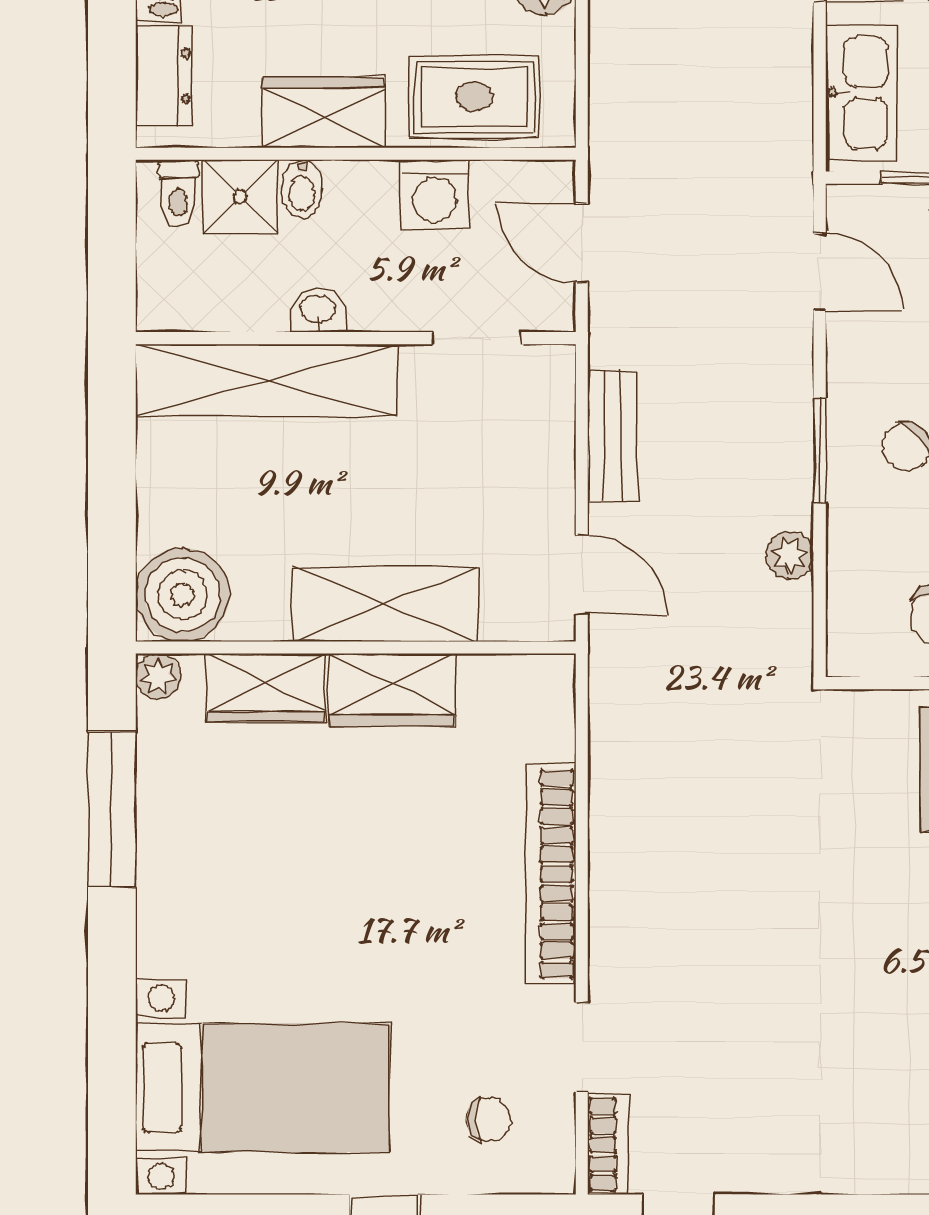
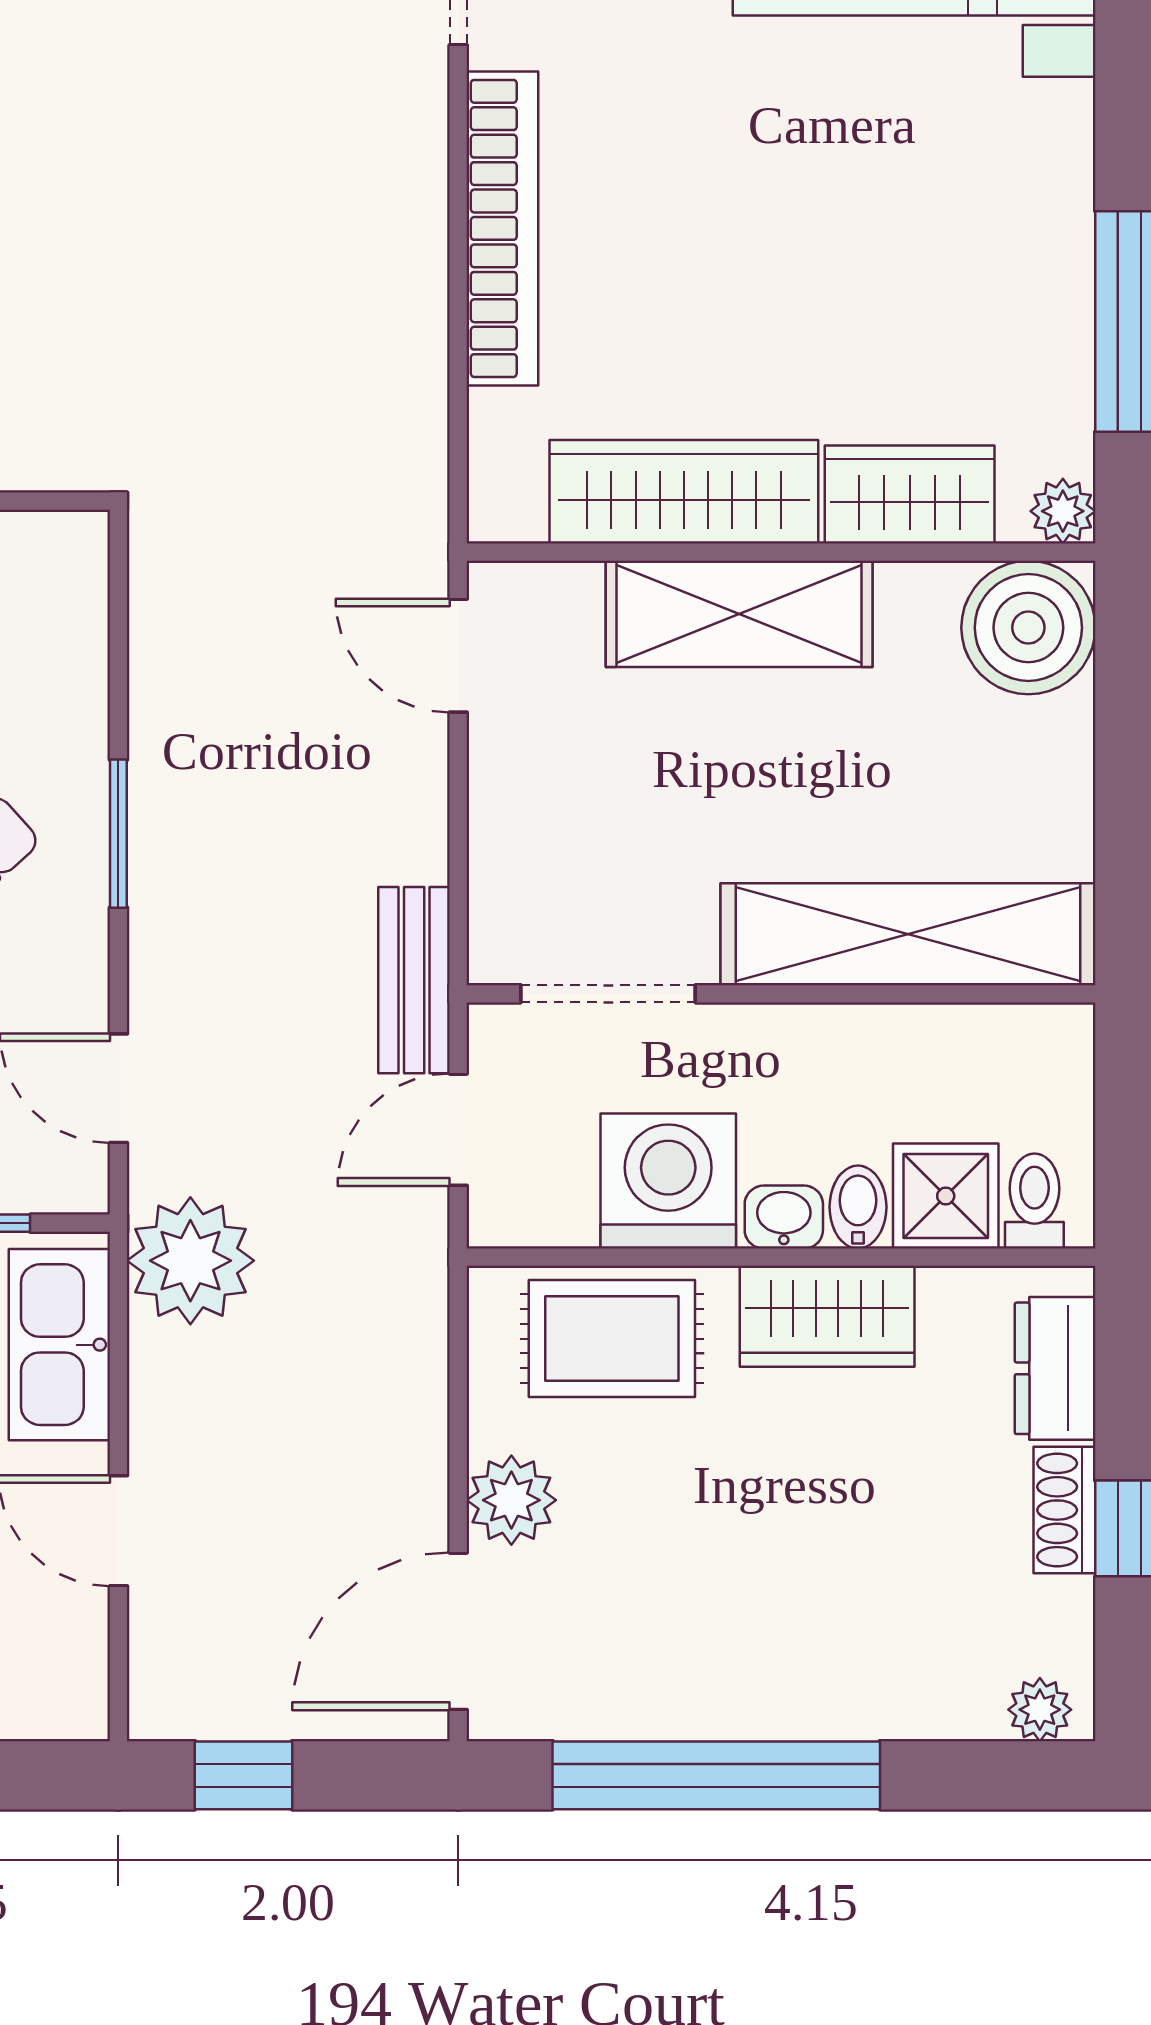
washing machine: (435, 194) -> (668, 1181), width x1.37, depth x1.37
door: (582, 243) -> (458, 1130), swing flipped
washbasin: (318, 310) -> (784, 1217), moved, turned 180
doorway: (477, 338) -> (608, 994), width x1.38
bench: (613, 436) -> (414, 980), moved
plant: (790, 555) -> (190, 1261), moved, width x1.88, depth x1.88
wardrobe: (392, 690) -> (684, 492), width x1.50

